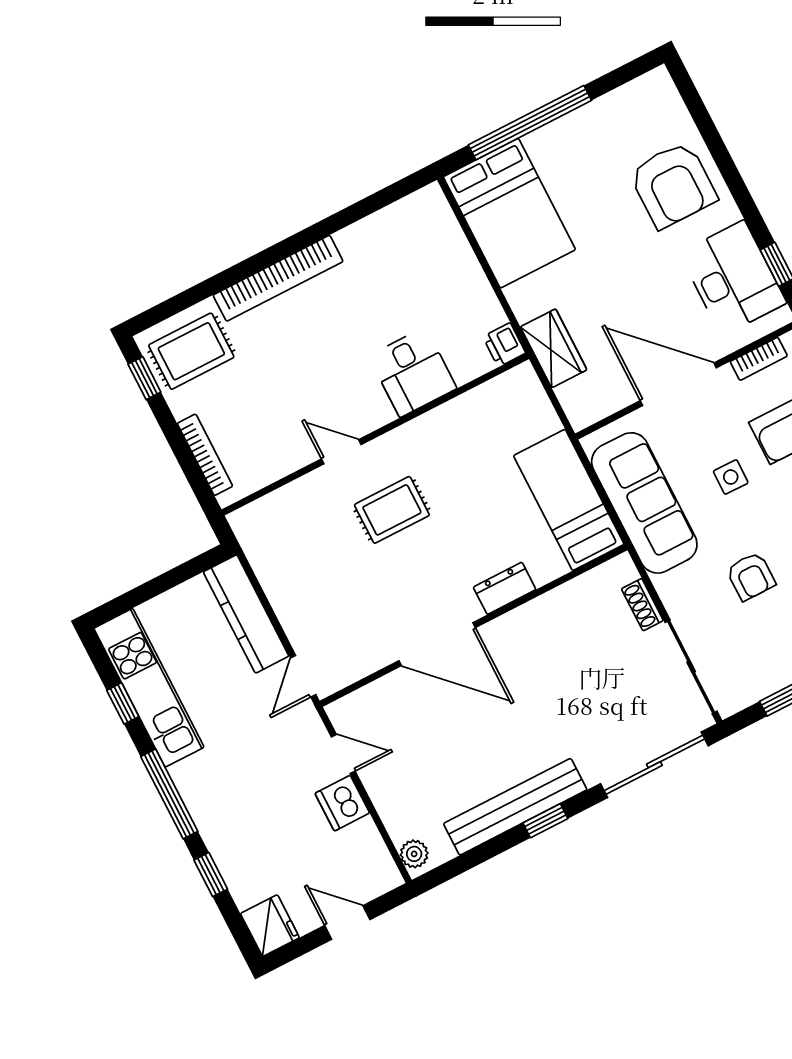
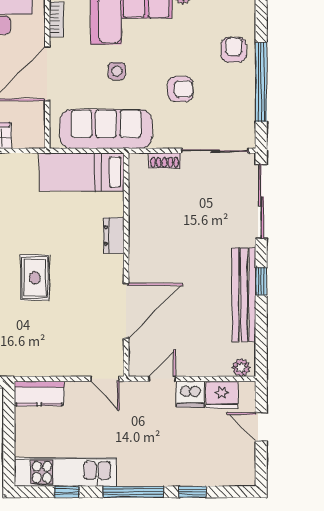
kitchen counter: (246, 614) -> (39, 393), width x0.67
door: (437, 644) -> (126, 311), moved
door: (347, 923) -> (261, 427), hinge flipped
fridge: (270, 926) -> (222, 395), moved, turned 180

